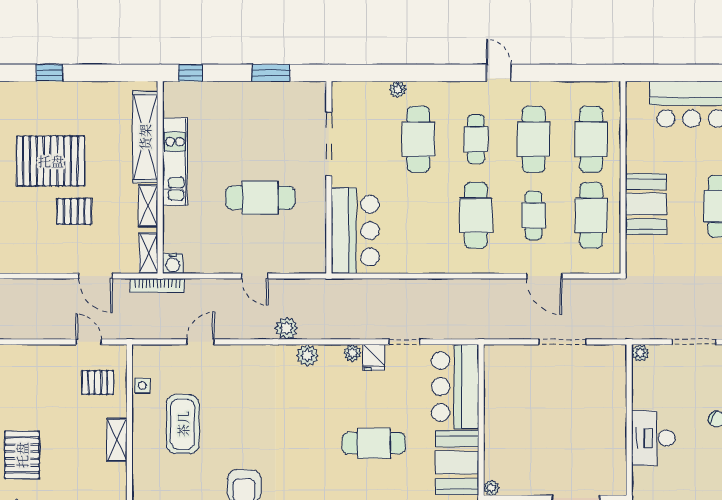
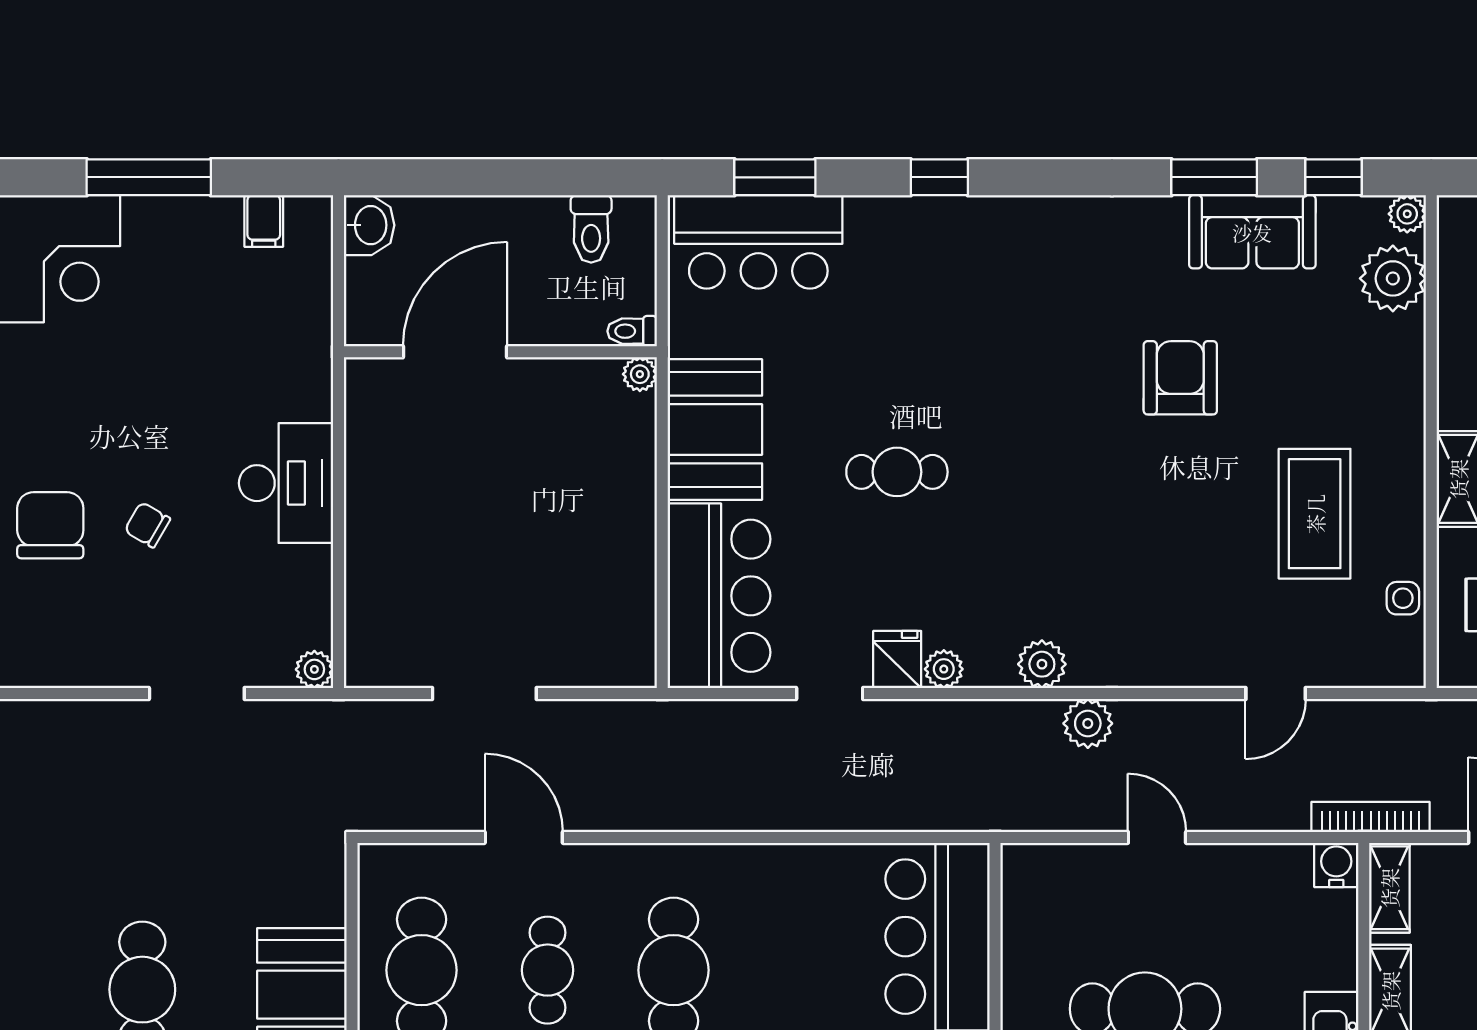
cafe table: (374, 443) -> (897, 472), width x0.73, depth x0.74

